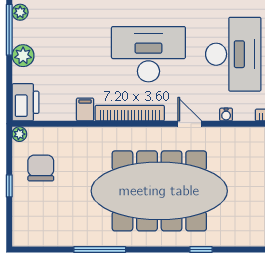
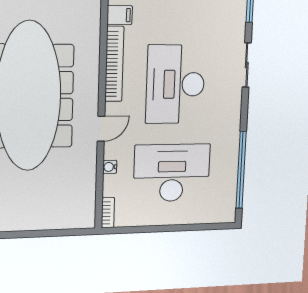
desk: (148, 54) -> (175, 84), turned 180
desk: (233, 54) -> (172, 173), turned 180

